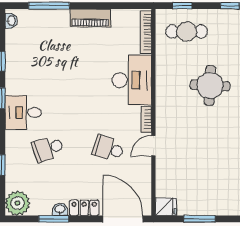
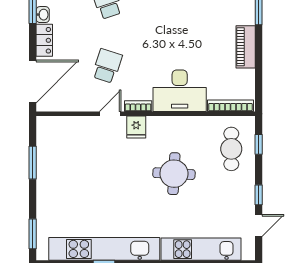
door: (153, 146) -> (110, 114), hinge flipped
fridge: (166, 207) -> (136, 127), moved

